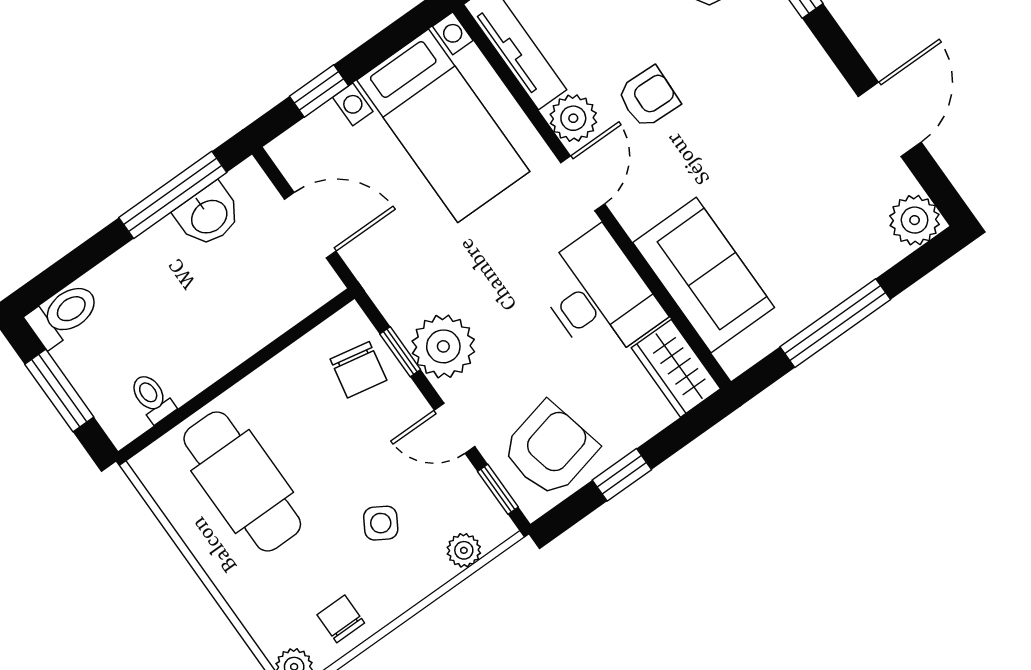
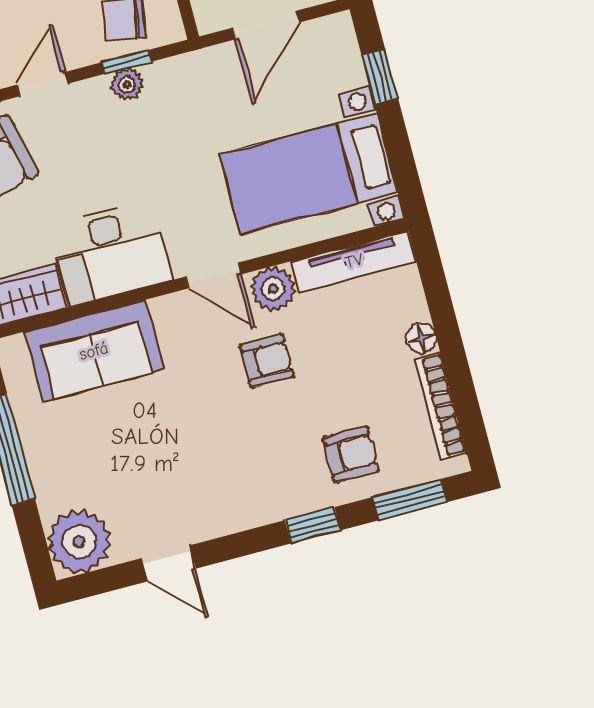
armchair: (648, 97) -> (267, 361), turned -92
door: (890, 119) -> (169, 563), width x0.73
plant: (915, 220) -> (79, 542), width x1.36, depth x1.36
plant: (443, 346) -> (127, 84), width x0.53, depth x0.53

